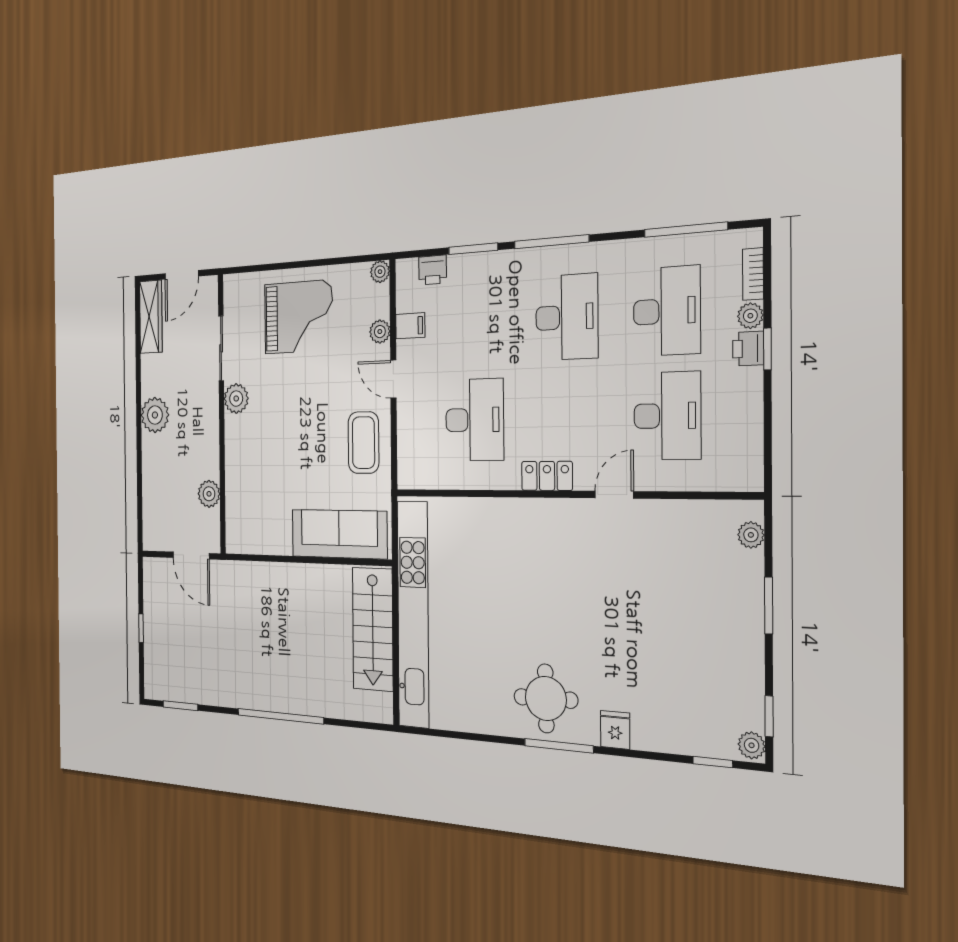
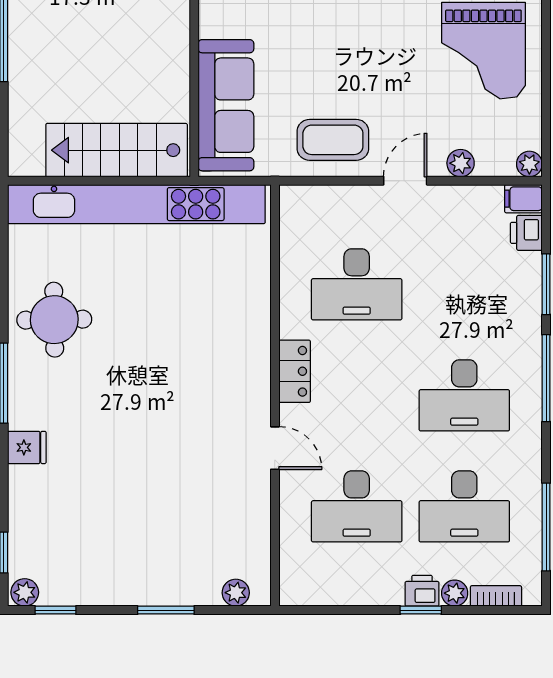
filing cabinet: (410, 326) -> (523, 199), moved, turned 90
round table: (546, 698) -> (54, 320), moved

